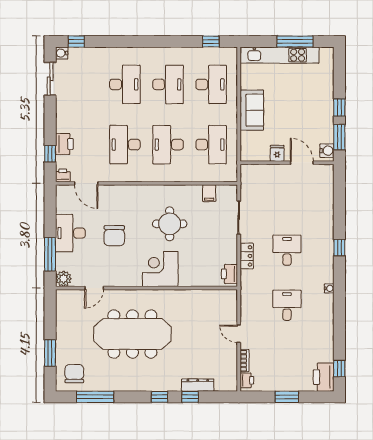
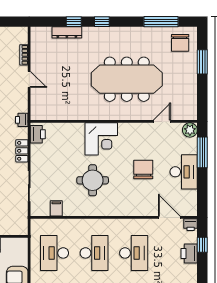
printer: (247, 380) -> (22, 120), moved

